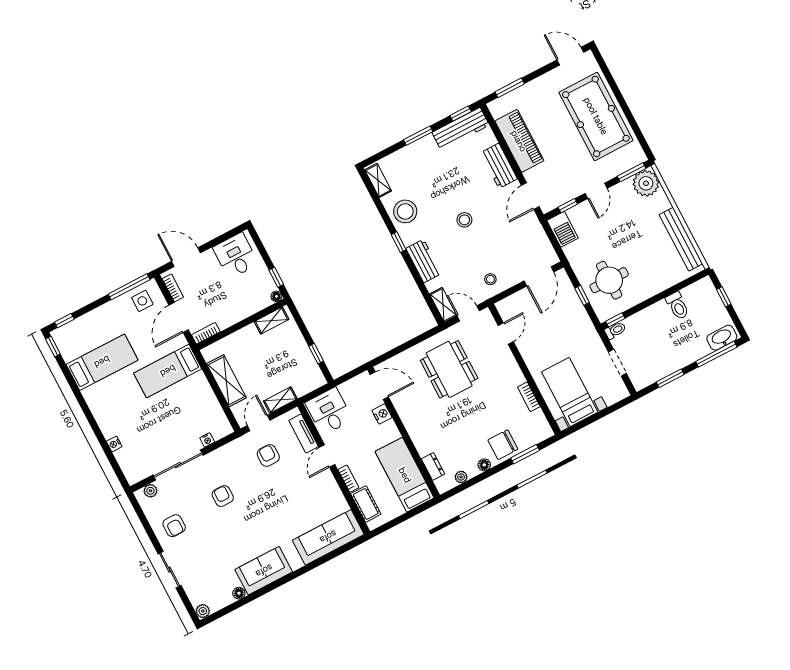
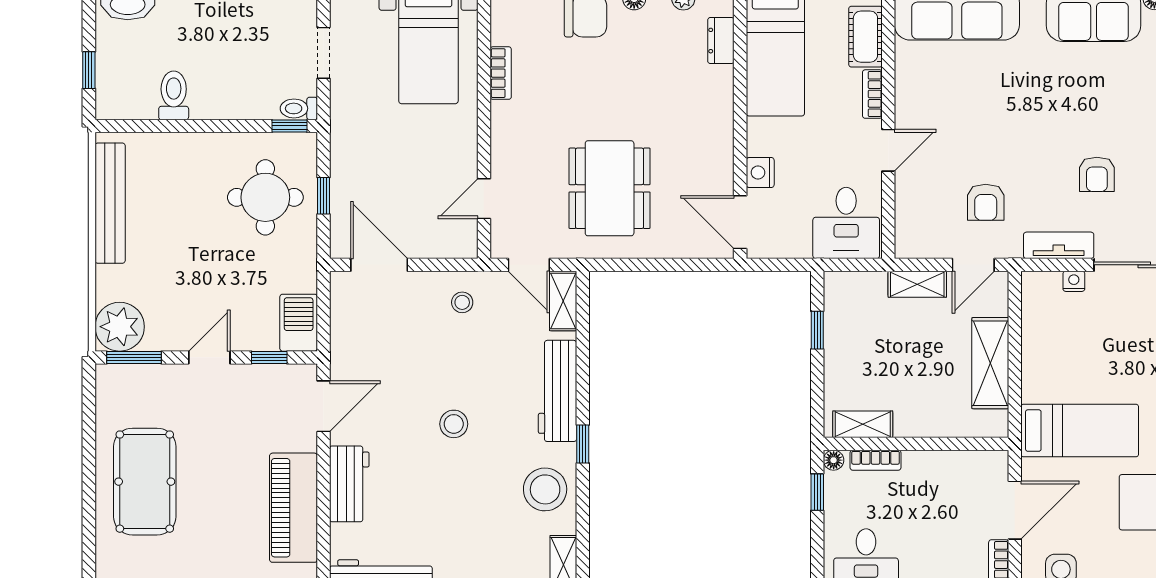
pool table: (596, 116) -> (145, 482), width x0.73, depth x0.76
workbench: (424, 261) -> (557, 391), width x1.38
door: (539, 276) -> (379, 265), hinge flipped
bookcase: (206, 333) -> (876, 460), moved
tv unit: (304, 434) -> (1059, 245), moved, turned -90

